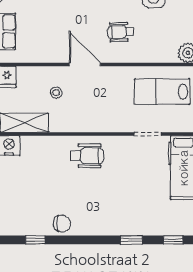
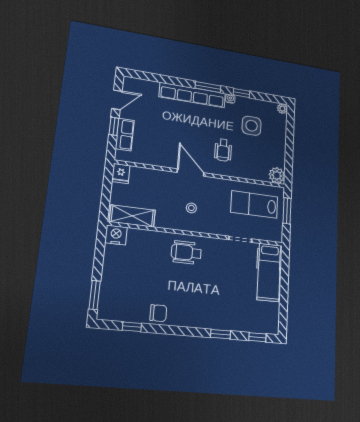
wheelchair: (121, 32) -> (223, 150), turned -88
stool: (56, 93) -> (191, 208), moved
wheelchair: (87, 156) -> (186, 252), turned 180

